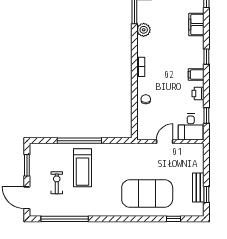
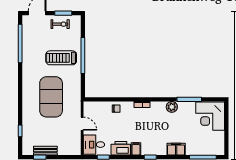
printer: (198, 93) -> (121, 148), width x1.87, depth x1.48
exercise bike: (57, 183) -> (60, 24), moved
exercise mat: (147, 193) -> (51, 97), moved

